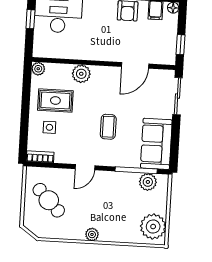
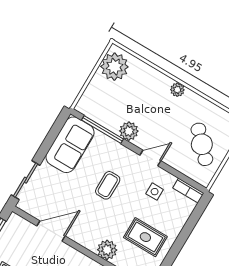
side table: (49, 127) -> (155, 192), moved
plant: (148, 182) -> (129, 131), moved

